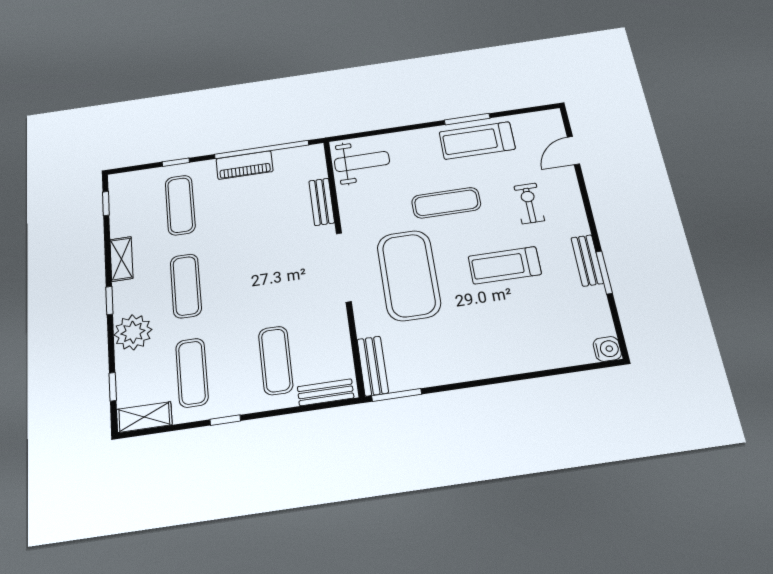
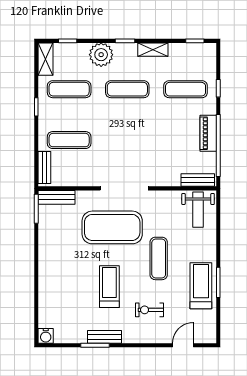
door: (573, 151) -> (183, 345), hinge flipped
bench: (322, 202) -> (198, 180), moved
exercise bike: (529, 203) -> (150, 310), turned 180

